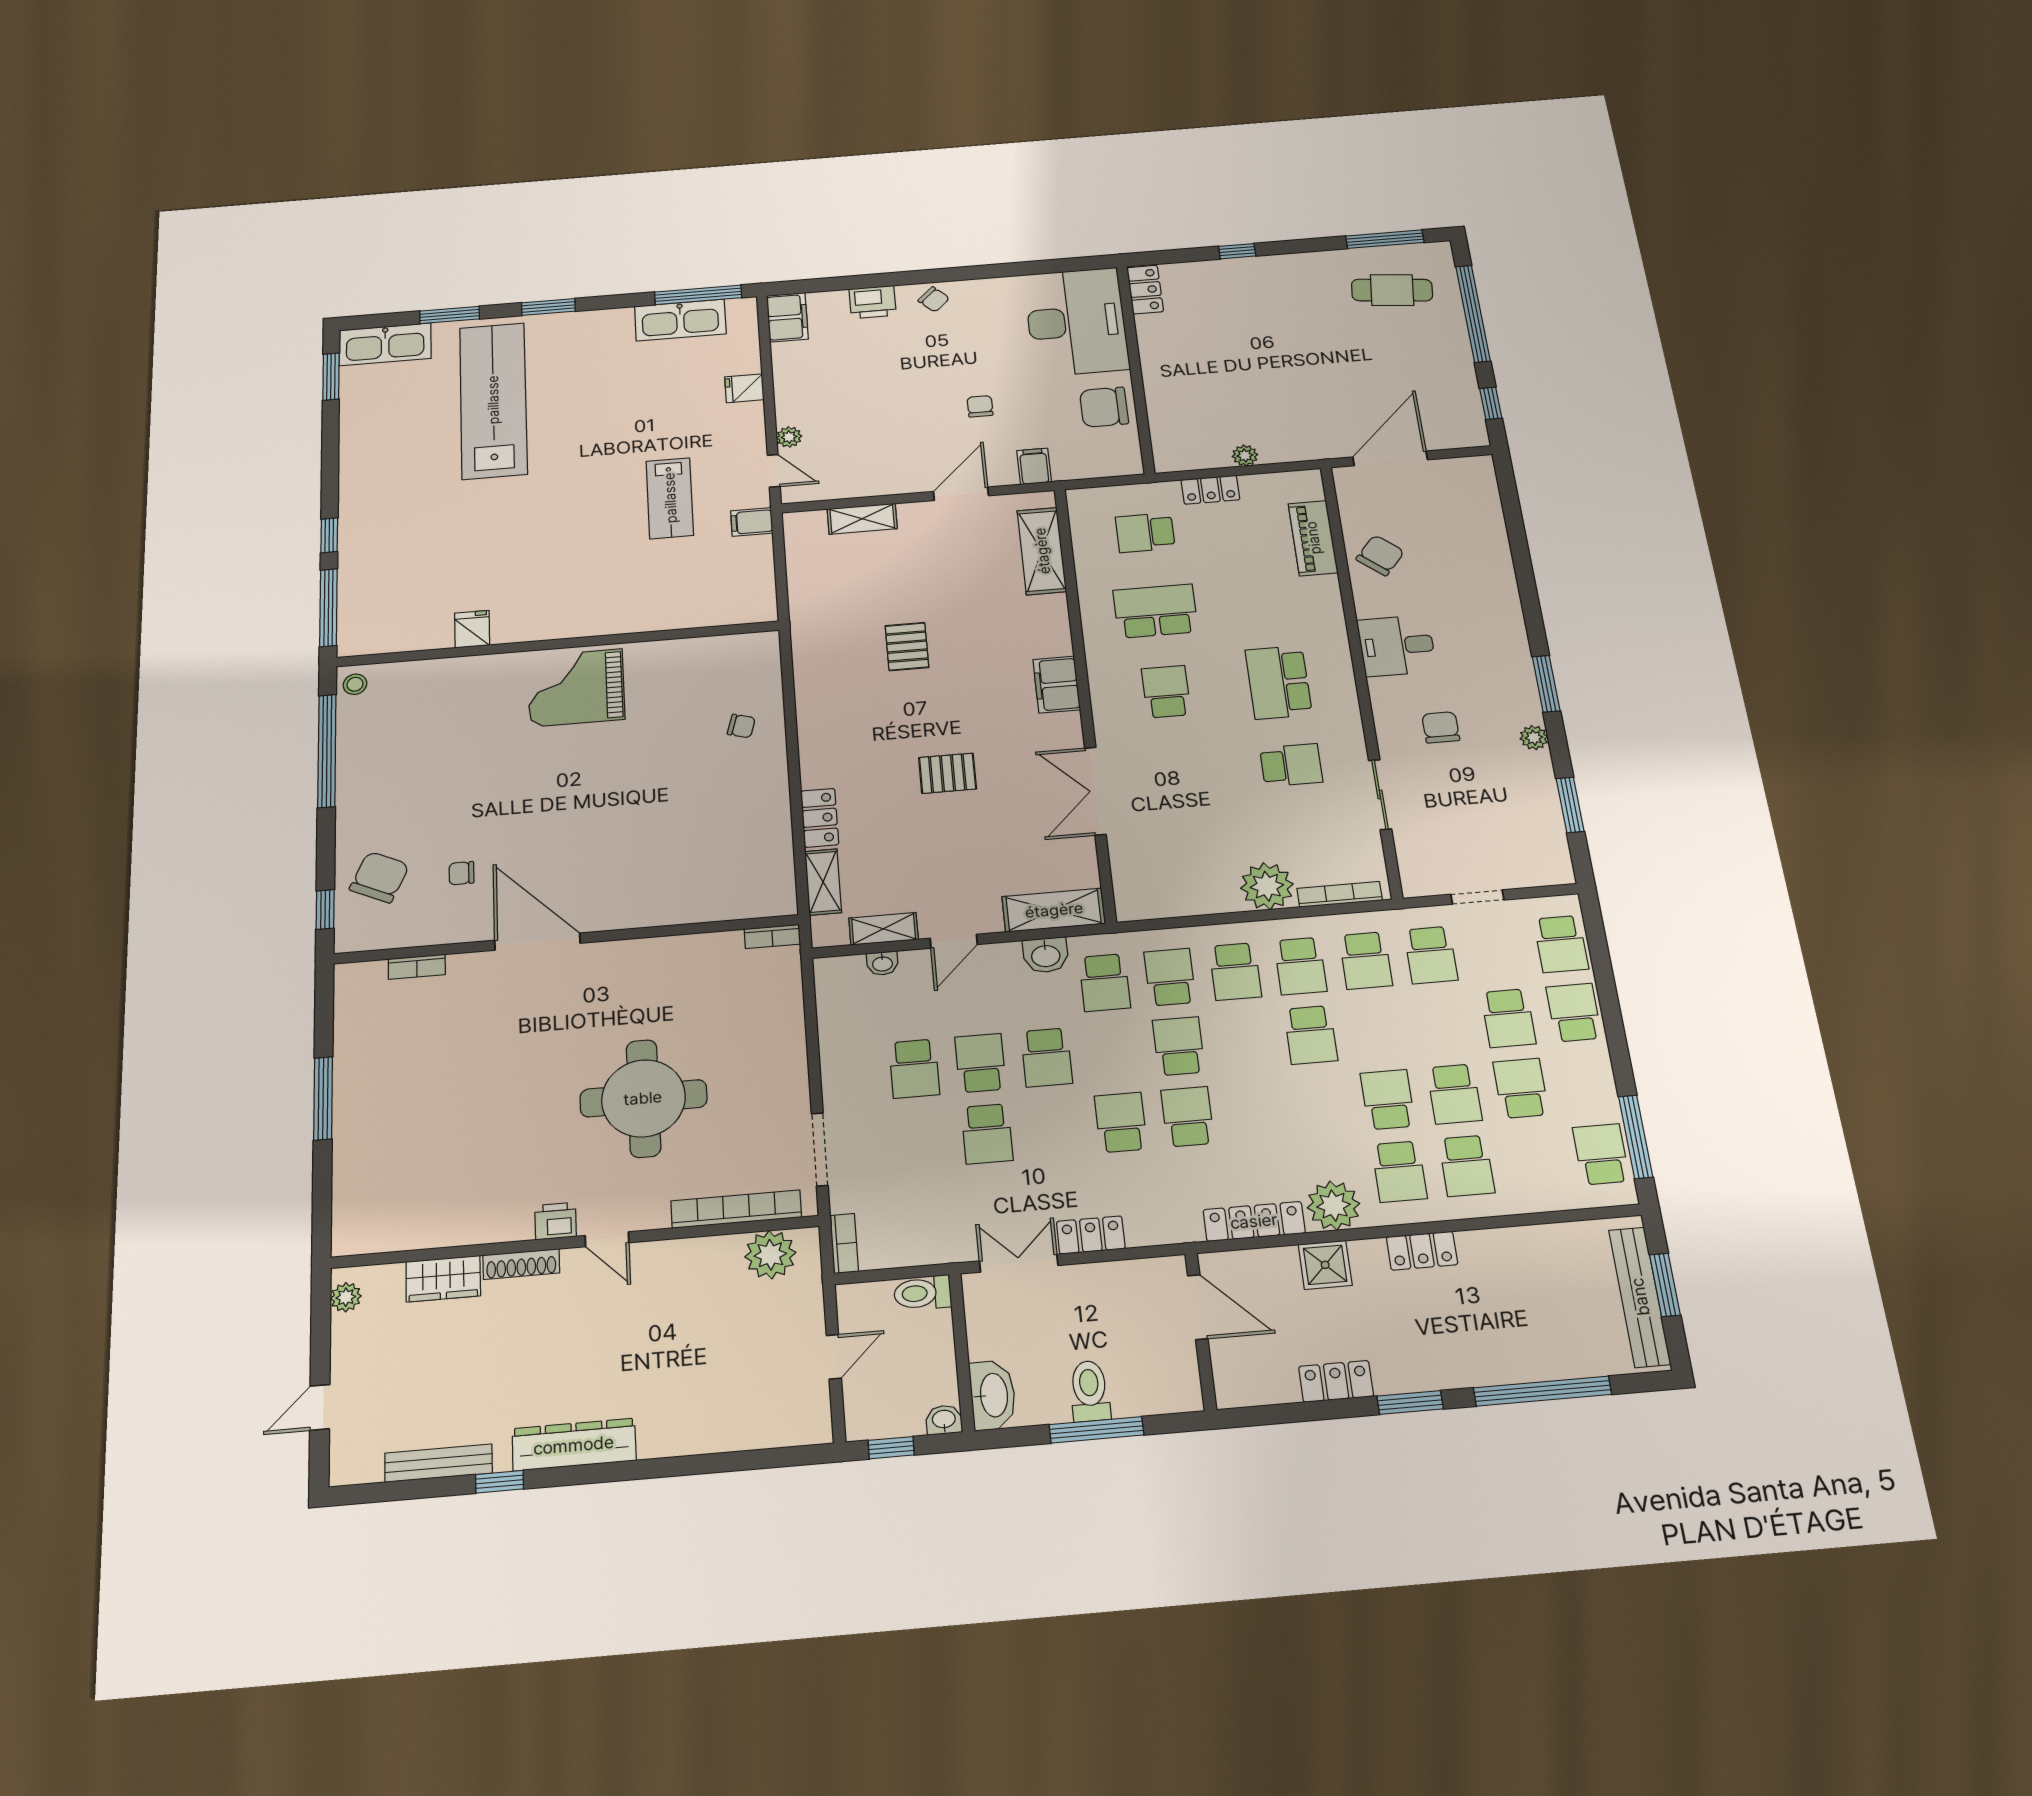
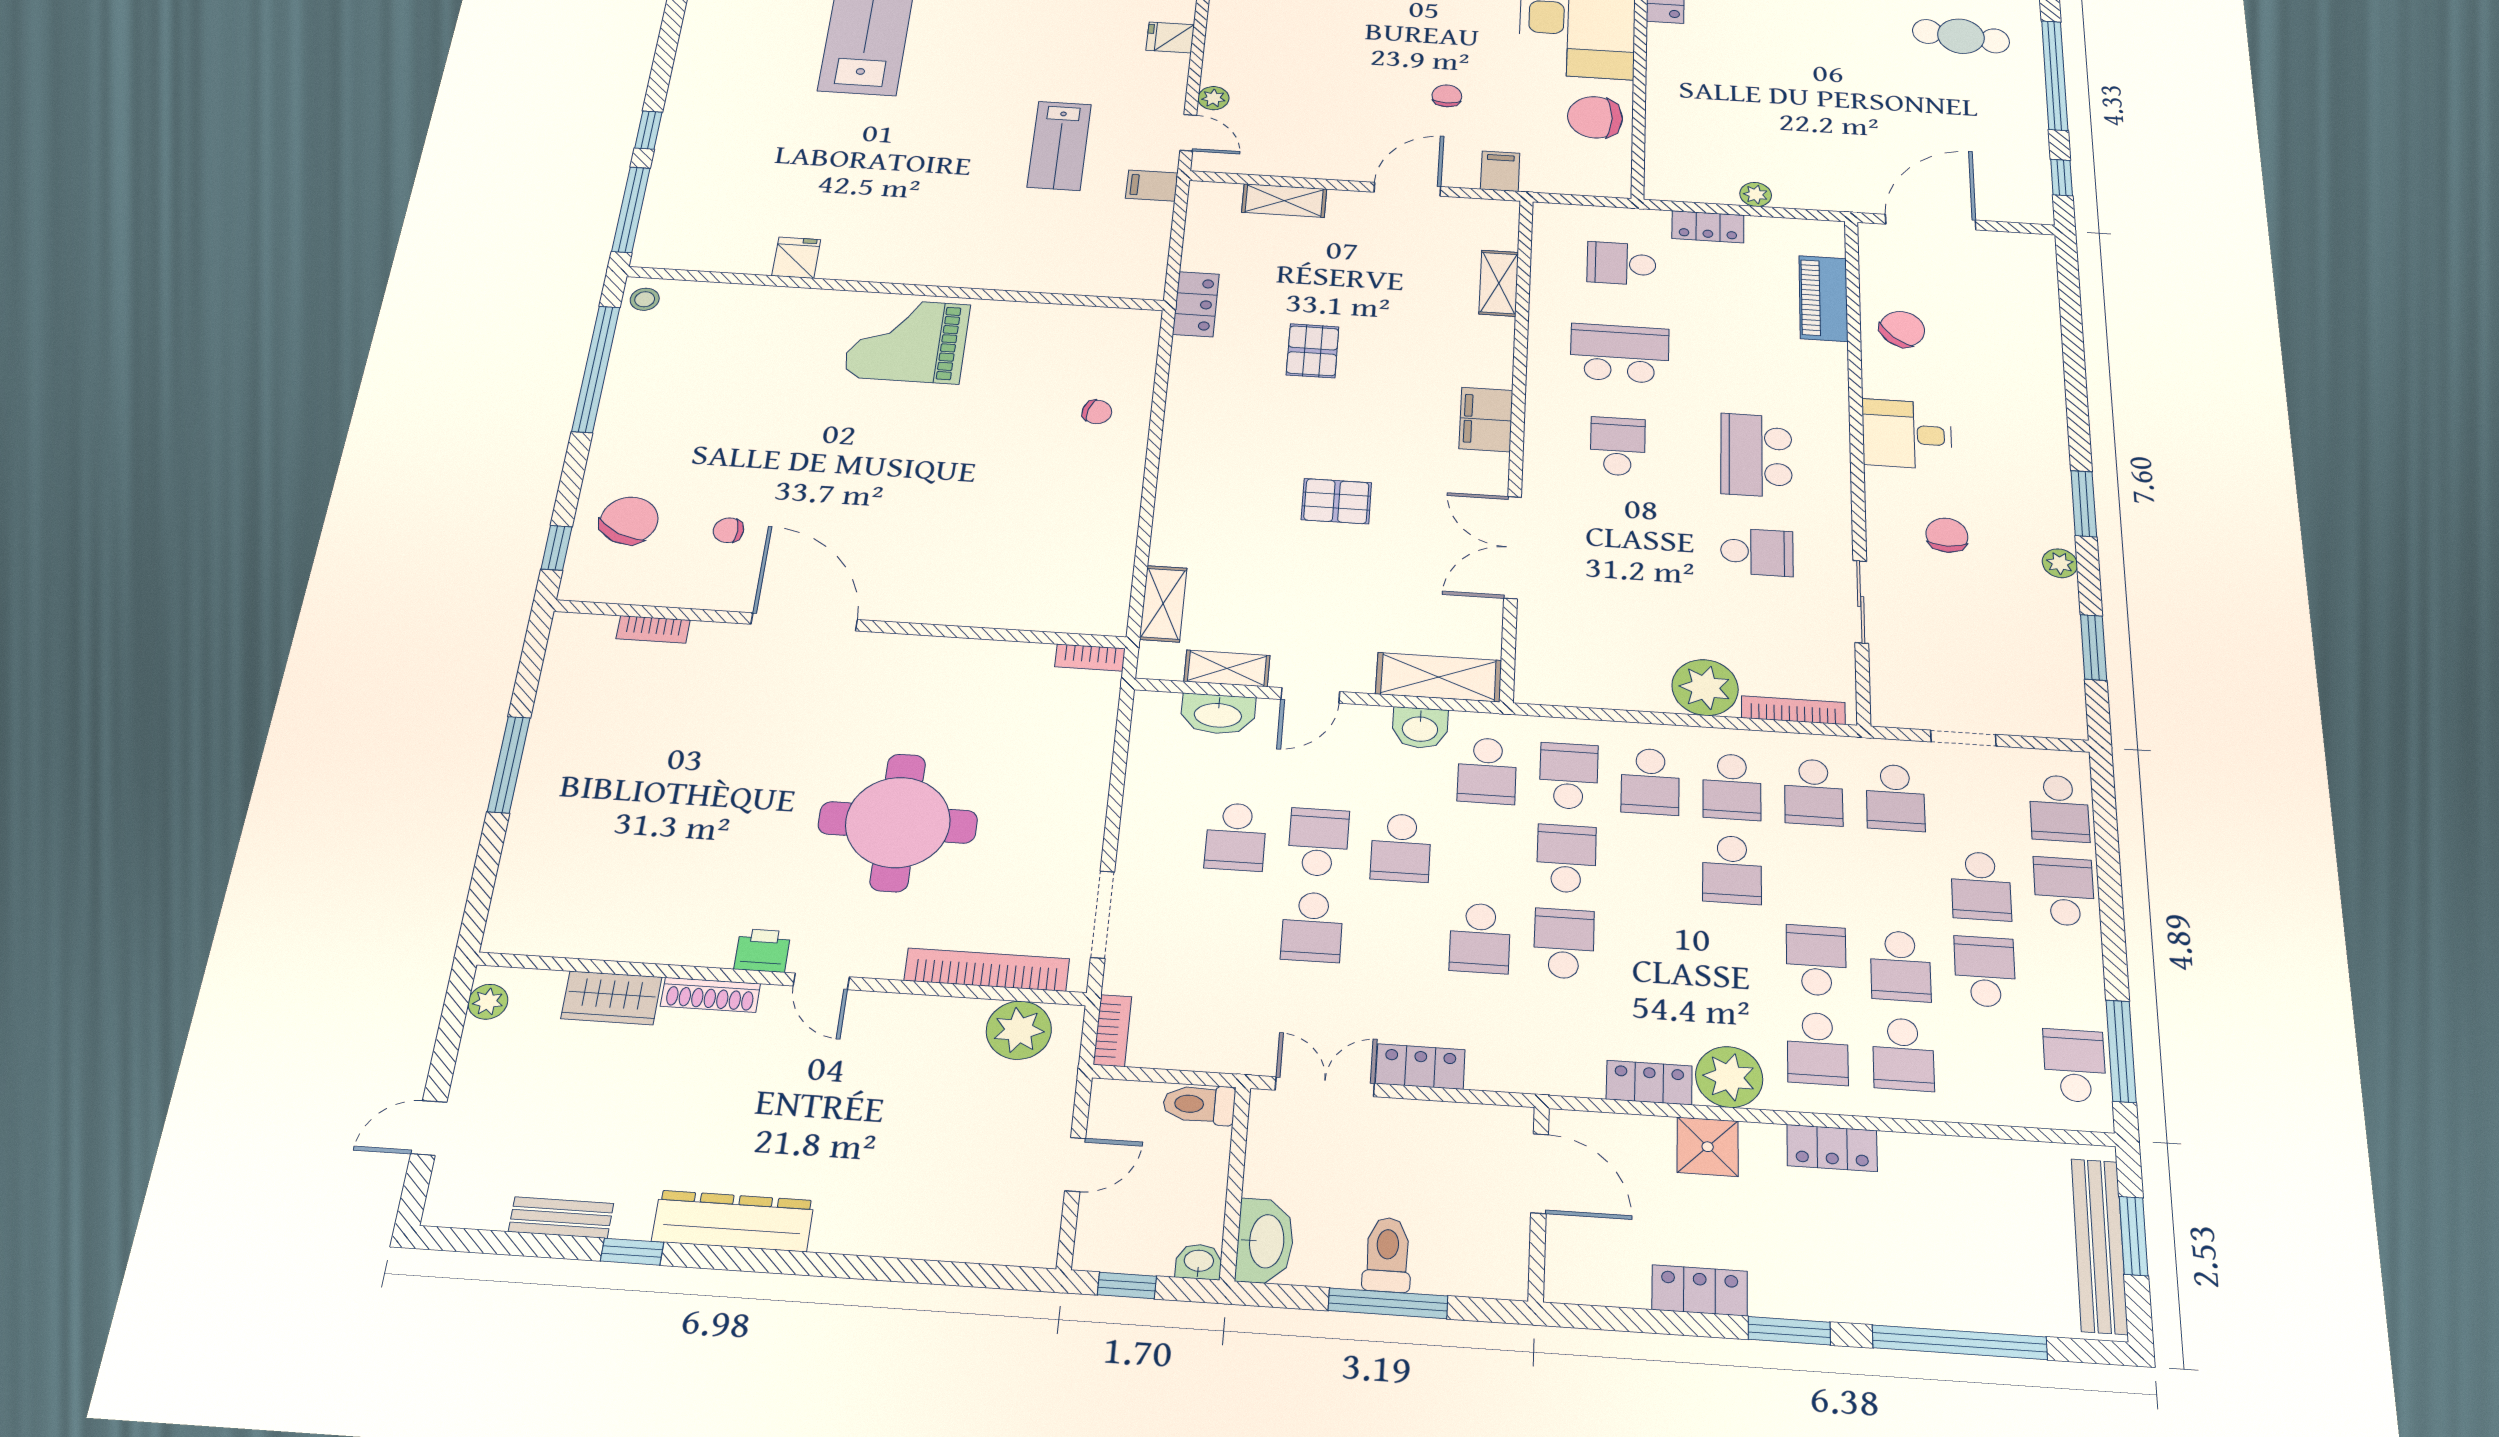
shelving: (1042, 551) -> (1499, 283), width x0.67, depth x0.75
locker: (820, 818) -> (1196, 304), moved
washbasin: (882, 963) -> (1218, 714), width x1.91, depth x1.45
school desk: (1121, 1122) -> (1480, 938), turned 180
locker: (1254, 1221) -> (1649, 1083), width x0.66
bench: (438, 1463) -> (561, 1218), width x0.73

